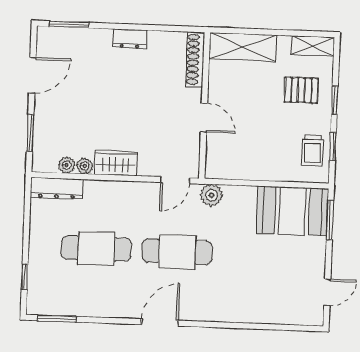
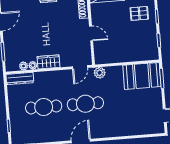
trolley: (313, 150) -> (149, 44), removed

